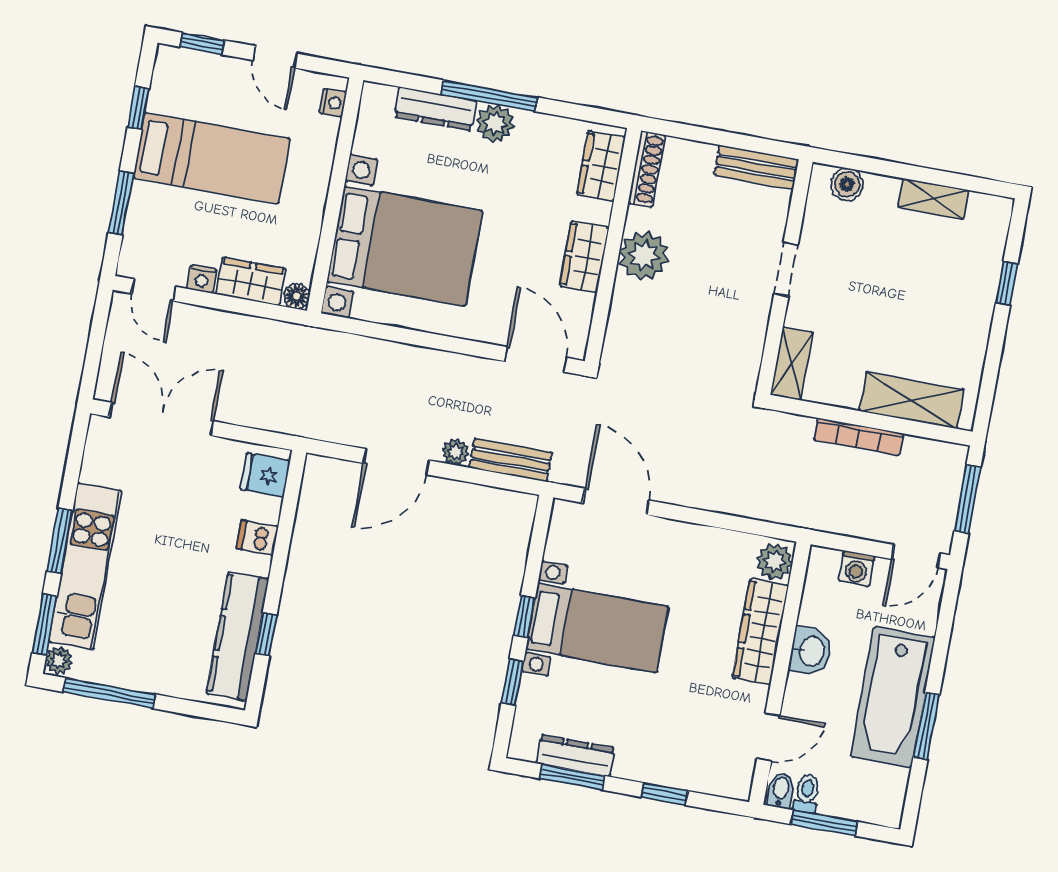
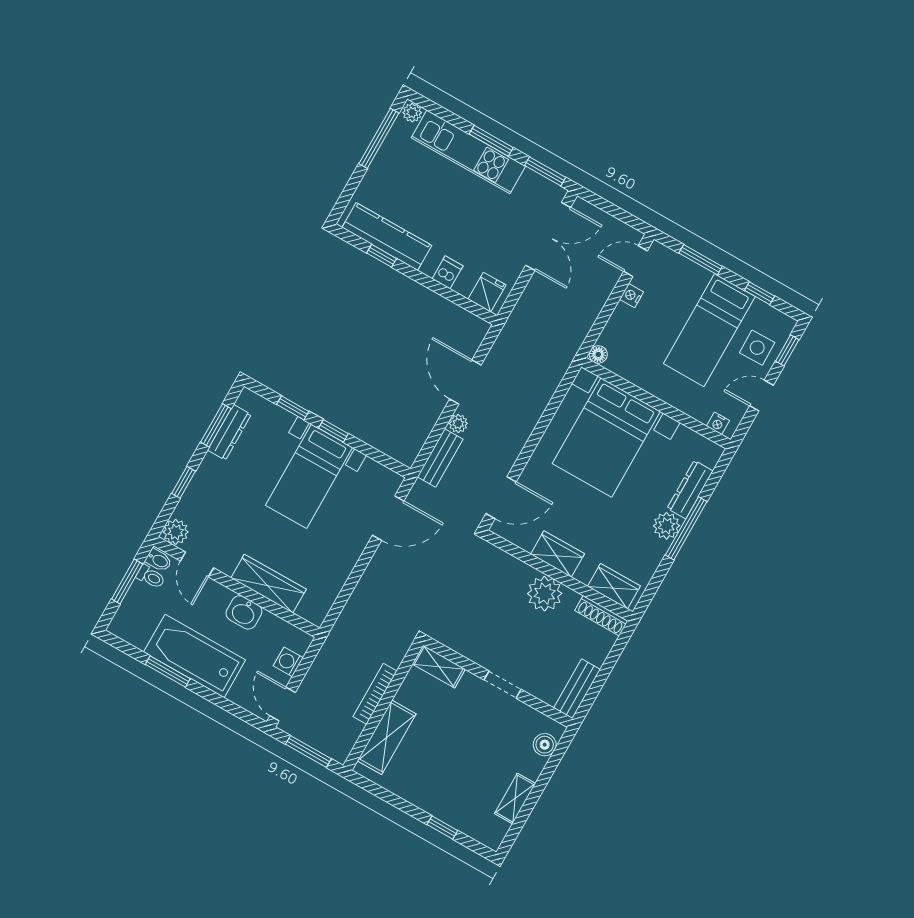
side table: (213, 85) -> (757, 348), added
wardrobe: (251, 281) -> (619, 327), removed
plant: (775, 561) -> (176, 532), moved
window: (44, 624) -> (545, 171), moved

